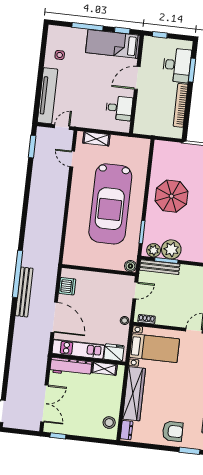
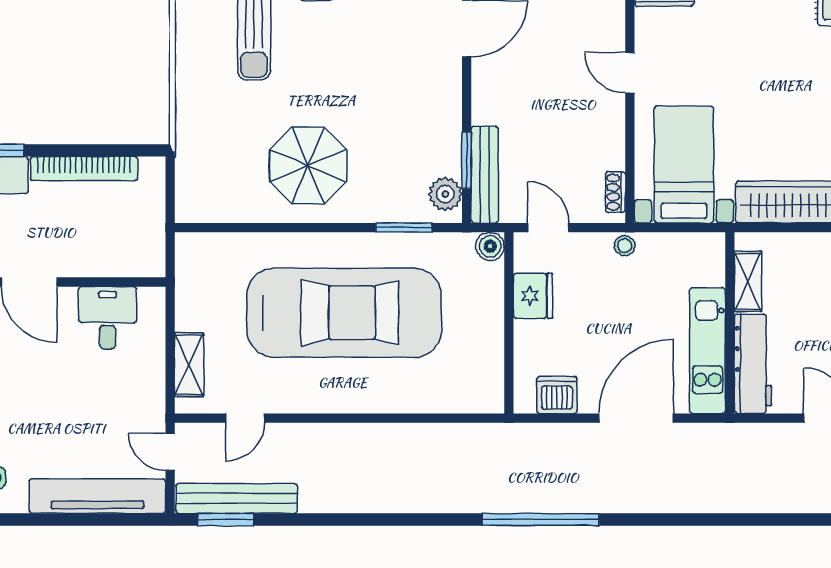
plant: (171, 249) -> (438, 151), removed
bench: (24, 292) -> (237, 498), moved
fridge: (114, 352) -> (533, 296), moved, turned 180

